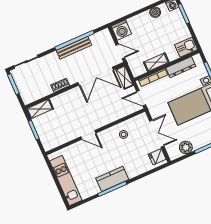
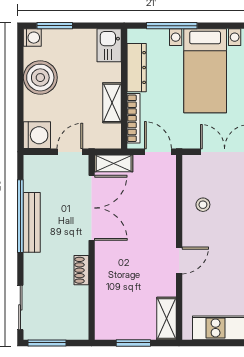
boiler: (155, 12) -> (40, 78), width x1.86, depth x1.86
door: (141, 98) -> (158, 152), swing flipped
shelving: (40, 109) -> (166, 319), moved

